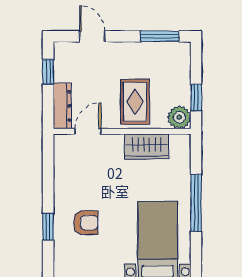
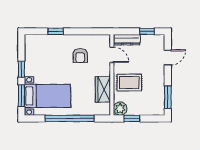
window: (196, 203) -> (70, 118), width x1.46
armchair: (86, 223) -> (80, 56), moved

